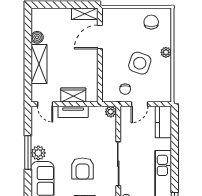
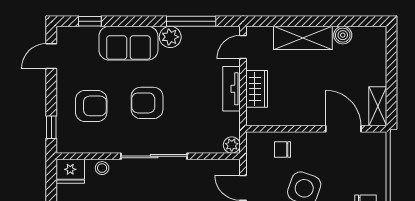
chair: (125, 89) -> (283, 149), moved
window: (28, 152) -> (191, 21), moved

